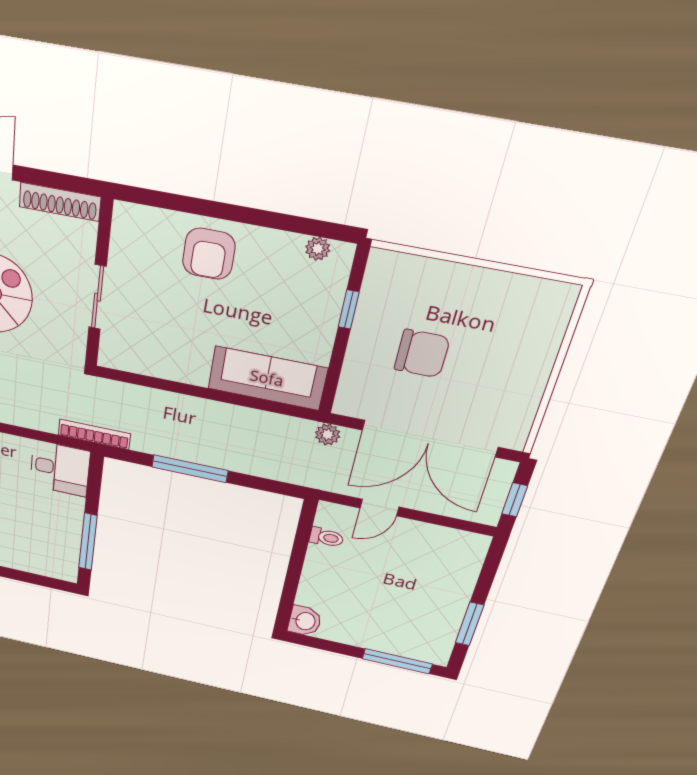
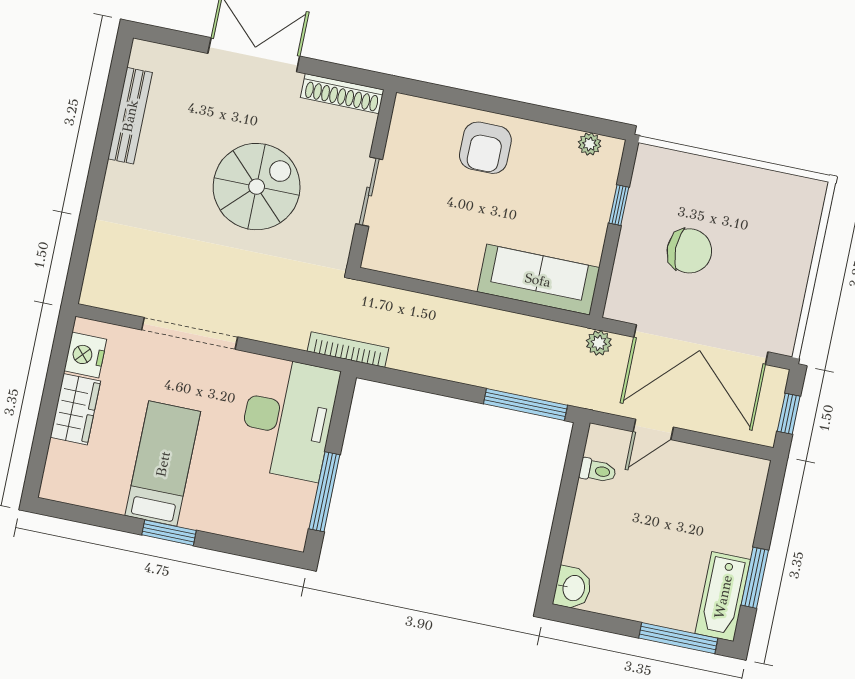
desk: (60, 469) -> (288, 418), width x1.87, depth x1.30
window: (190, 469) -> (525, 405), moved
bathtub: (439, 636) -> (723, 597), added

